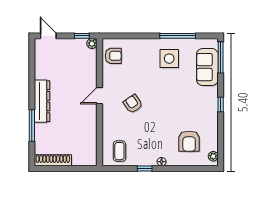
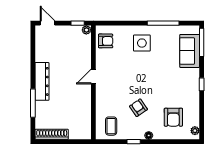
side table: (169, 59) -> (142, 43), moved
armchair: (133, 104) -> (138, 108), moved

